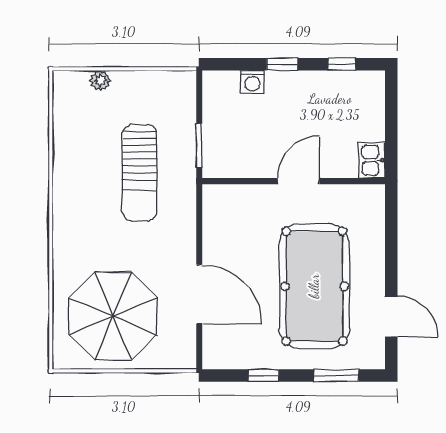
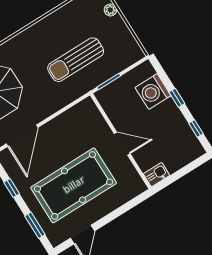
washing machine: (252, 82) -> (153, 92), width x1.89, depth x1.89
door: (199, 294) -> (22, 136), moved

